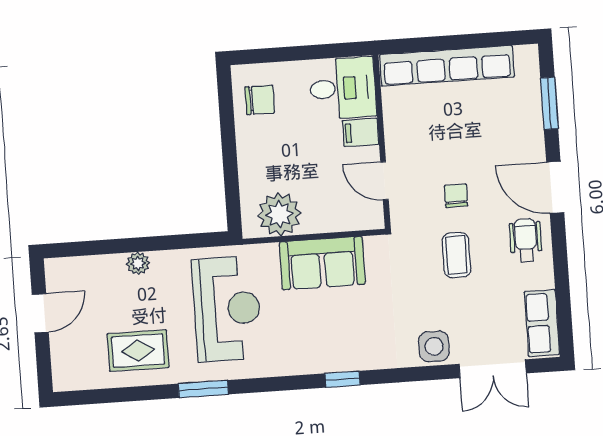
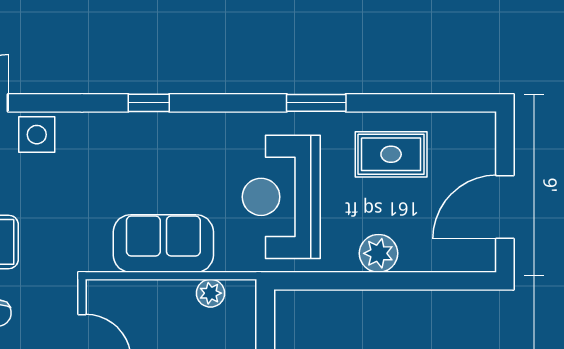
plant: (279, 214) -> (210, 293), width x0.53, depth x0.53
plant: (138, 263) -> (378, 253), width x1.38, depth x1.38
door: (40, 313) -> (505, 207), width x1.38

